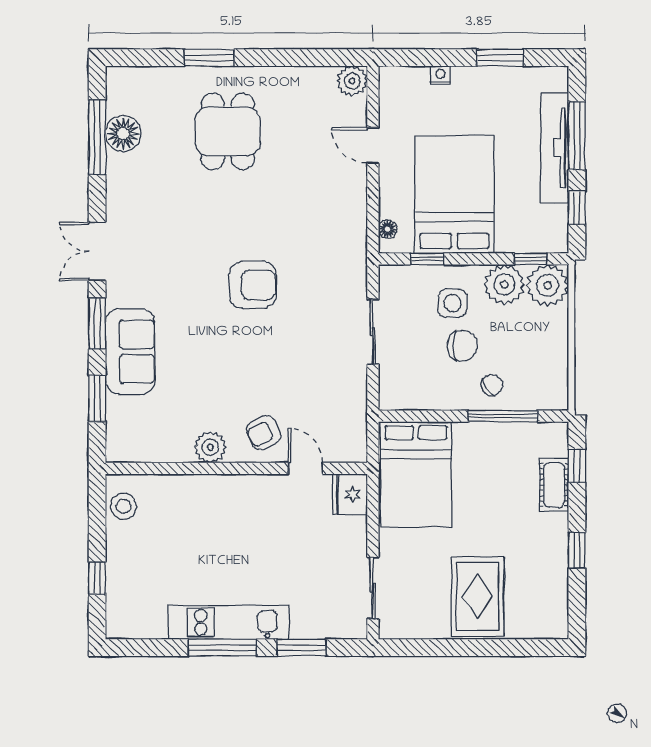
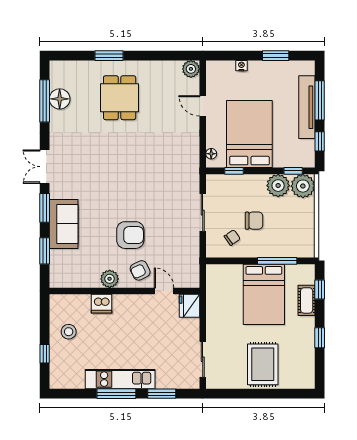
armchair: (253, 285) -> (130, 235), moved
side table: (452, 303) -> (248, 196), removed
chair: (492, 385) -> (232, 238), moved
bed: (416, 474) -> (264, 294), moved
dishwasher: (196, 491) -> (102, 304), added
stool: (123, 506) -> (69, 332), moved

